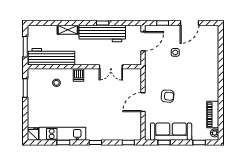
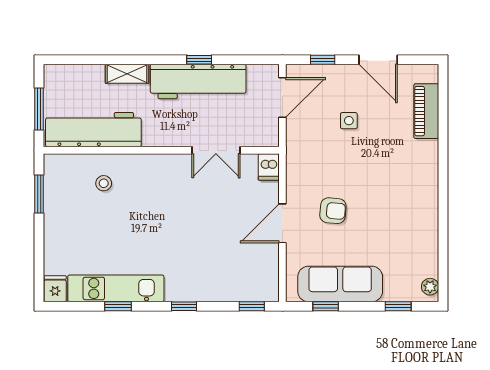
door: (189, 23) -> (378, 60), hinge flipped
dishwasher: (78, 75) -> (269, 167), moved
piano: (213, 115) -> (426, 111), moved

